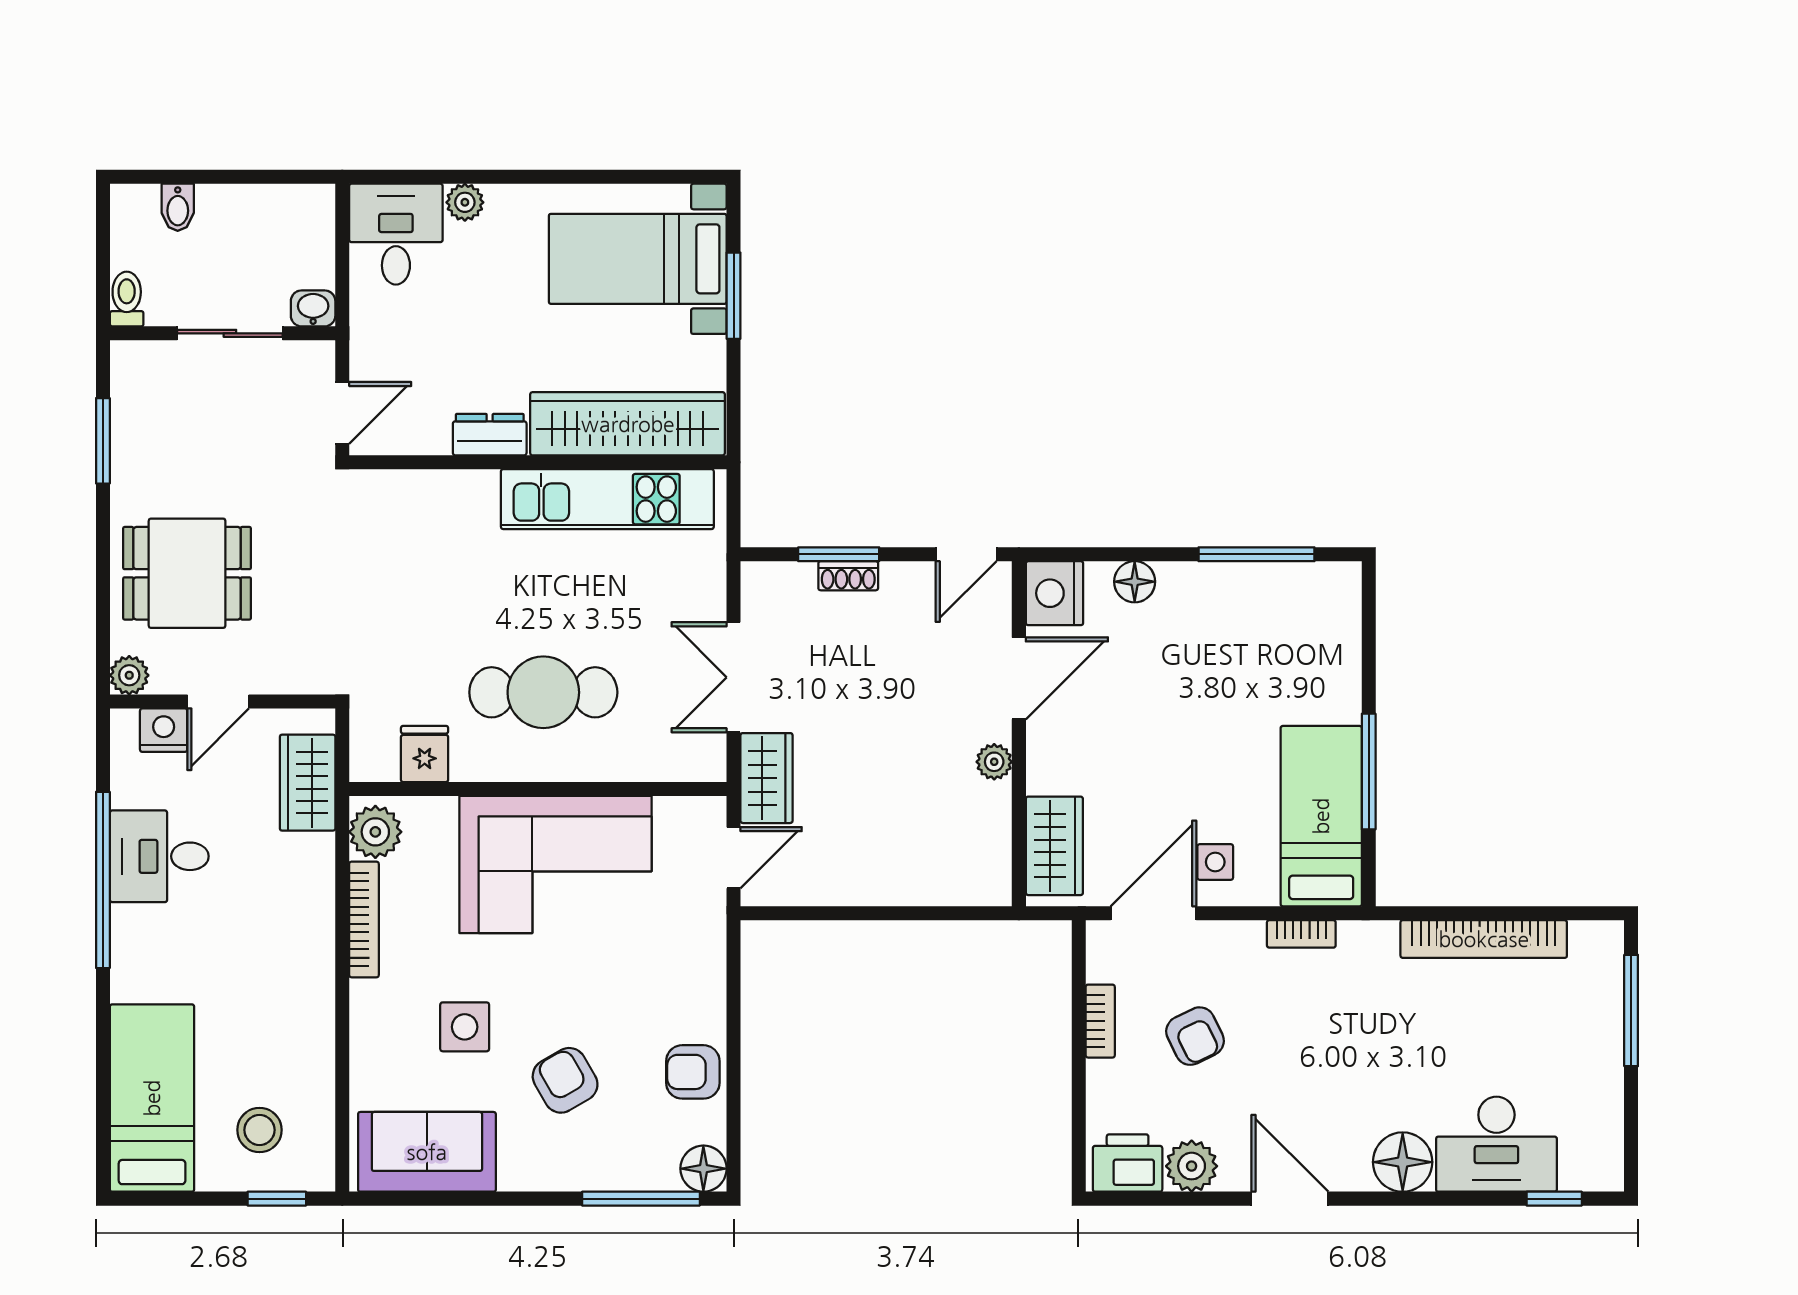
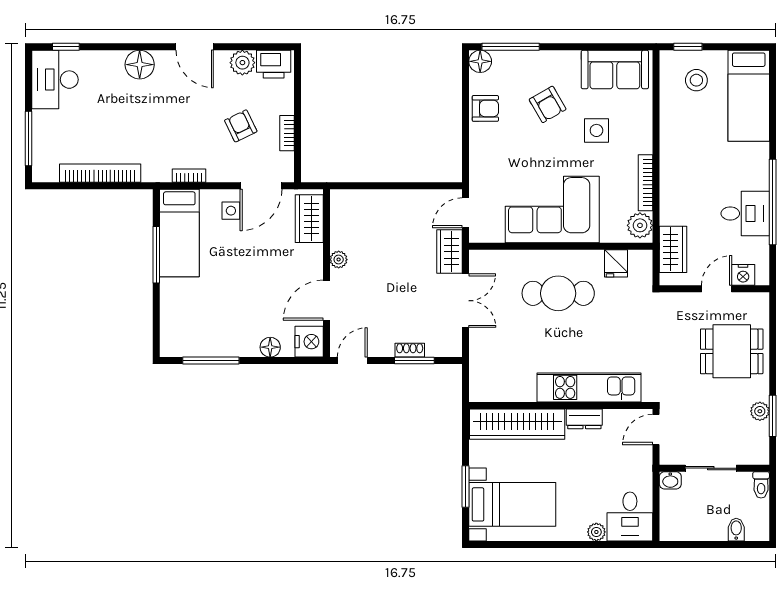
kitchen unit: (607, 499) -> (589, 387), moved
plant: (129, 675) -> (760, 411), moved
desk: (1496, 1144) -> (55, 80), moved, turned -90

